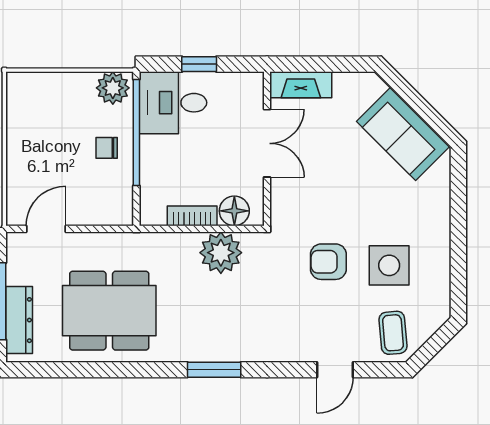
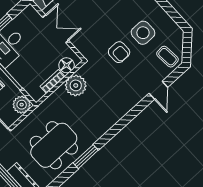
plant: (116, 209) -> (22, 105), added
armchair: (328, 262) -> (119, 52), turned -90
window: (214, 370) -> (86, 157), moved

